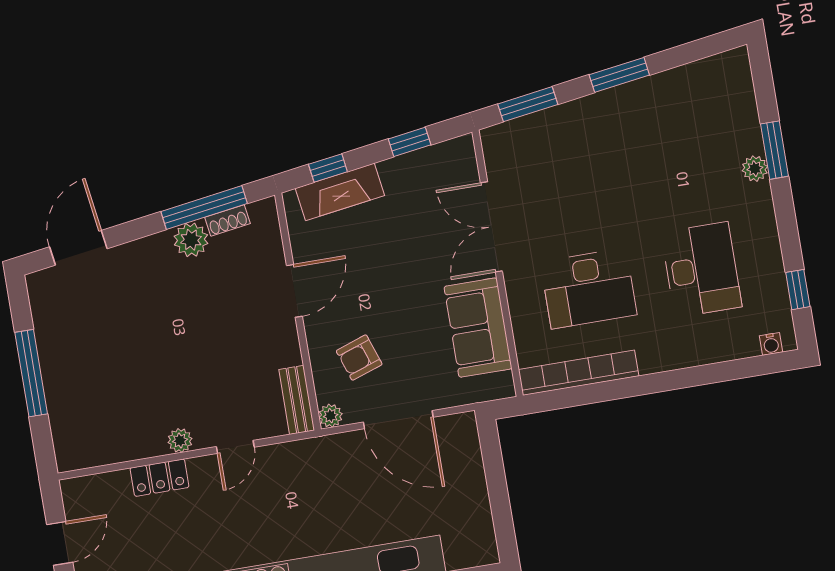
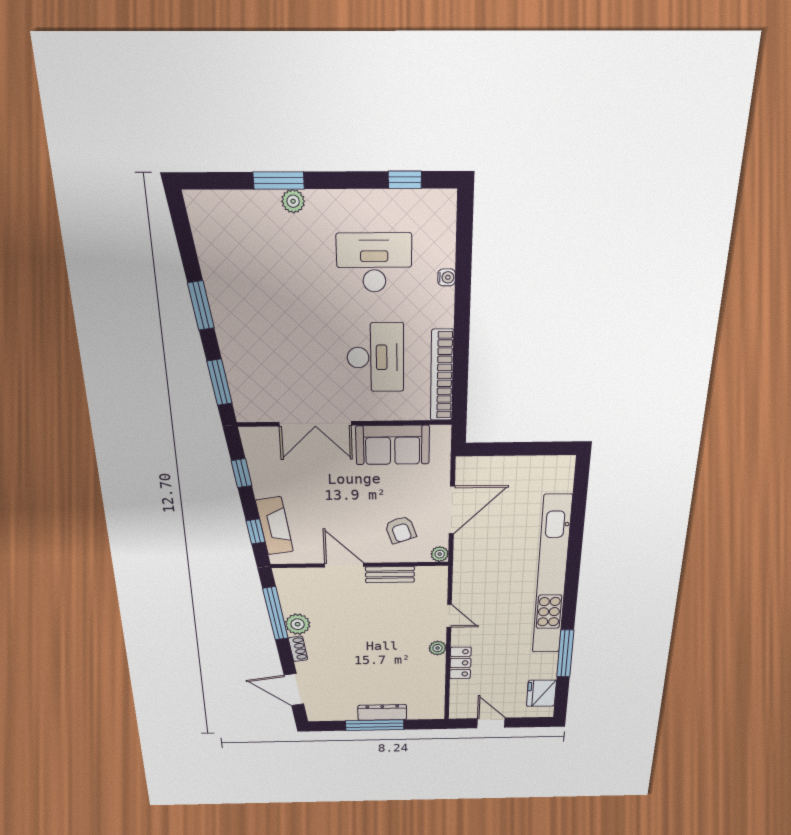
shoe rack: (227, 220) -> (298, 649), moved
water cooler: (771, 344) -> (447, 277), moved
dresser: (56, 381) -> (382, 712), added
bench: (297, 400) -> (390, 575), moved

